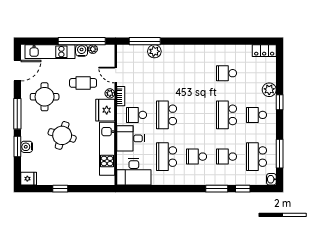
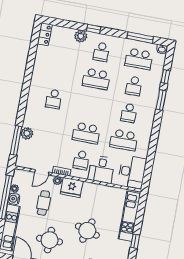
school desk: (226, 73) -> (54, 99), moved
kitchen unit: (107, 149) -> (129, 216), moved, turned 90

